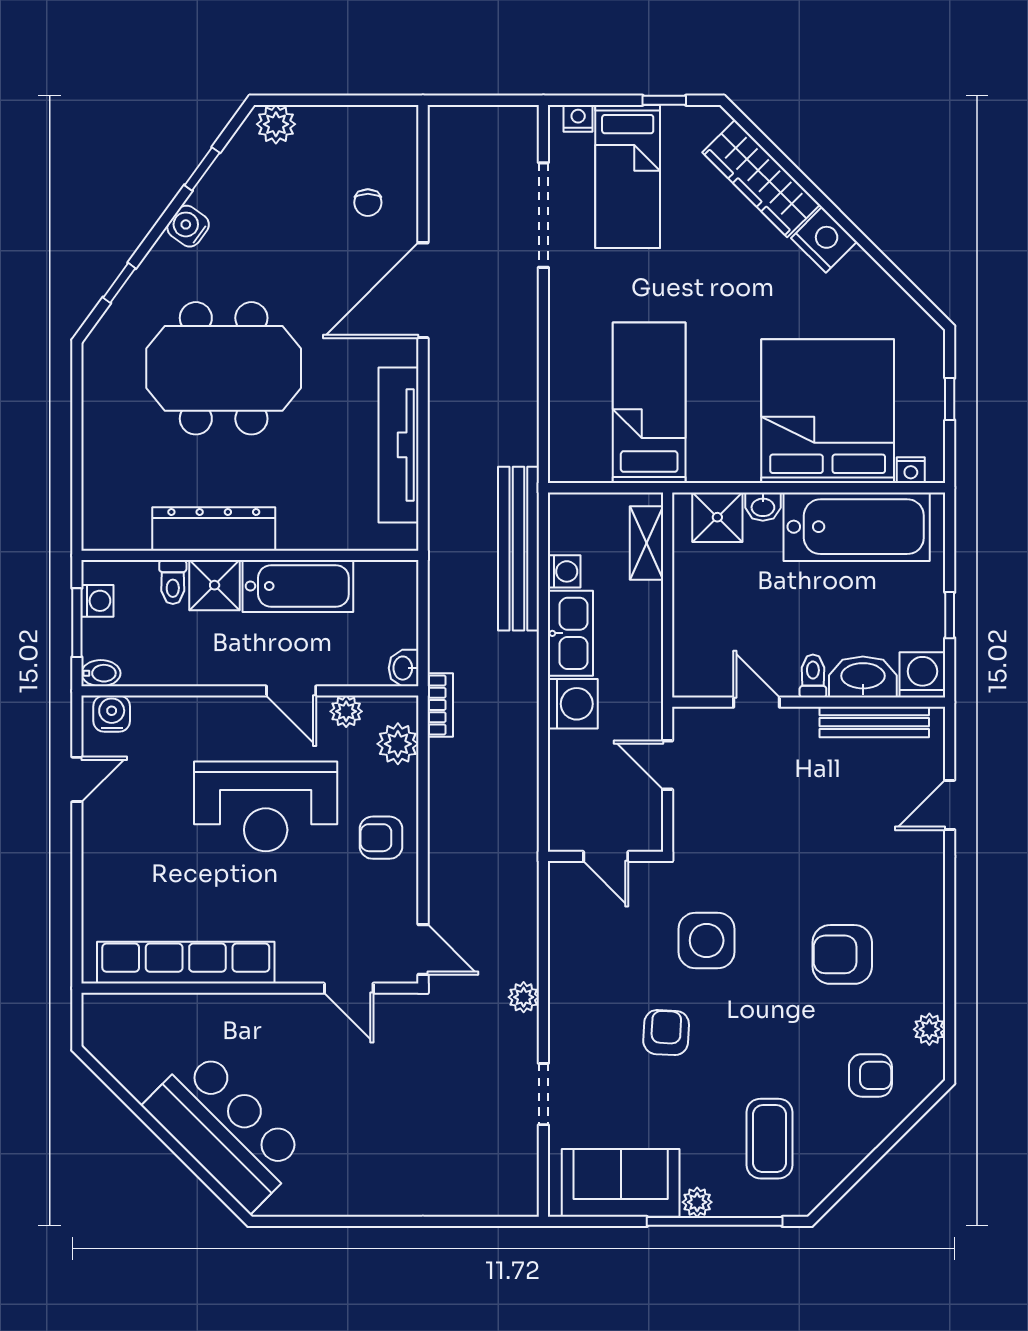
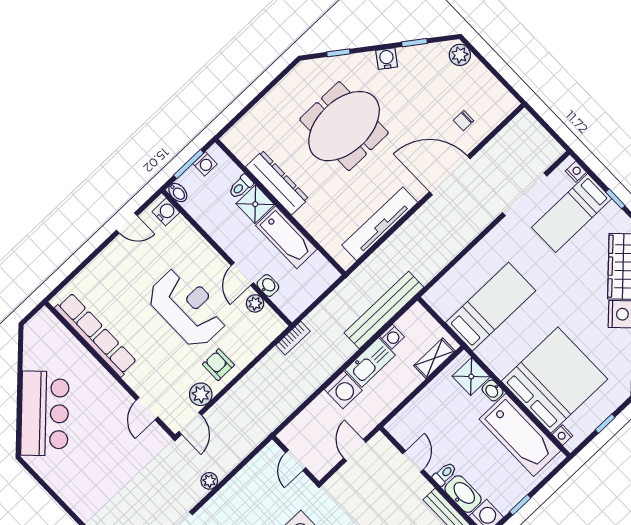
meeting table: (224, 368) -> (344, 126), turned 90
washbasin: (404, 668) -> (268, 286), moved, turned 90
plant: (398, 744) -> (201, 394), moved
reception desk: (266, 806) -> (187, 308), turned 180

